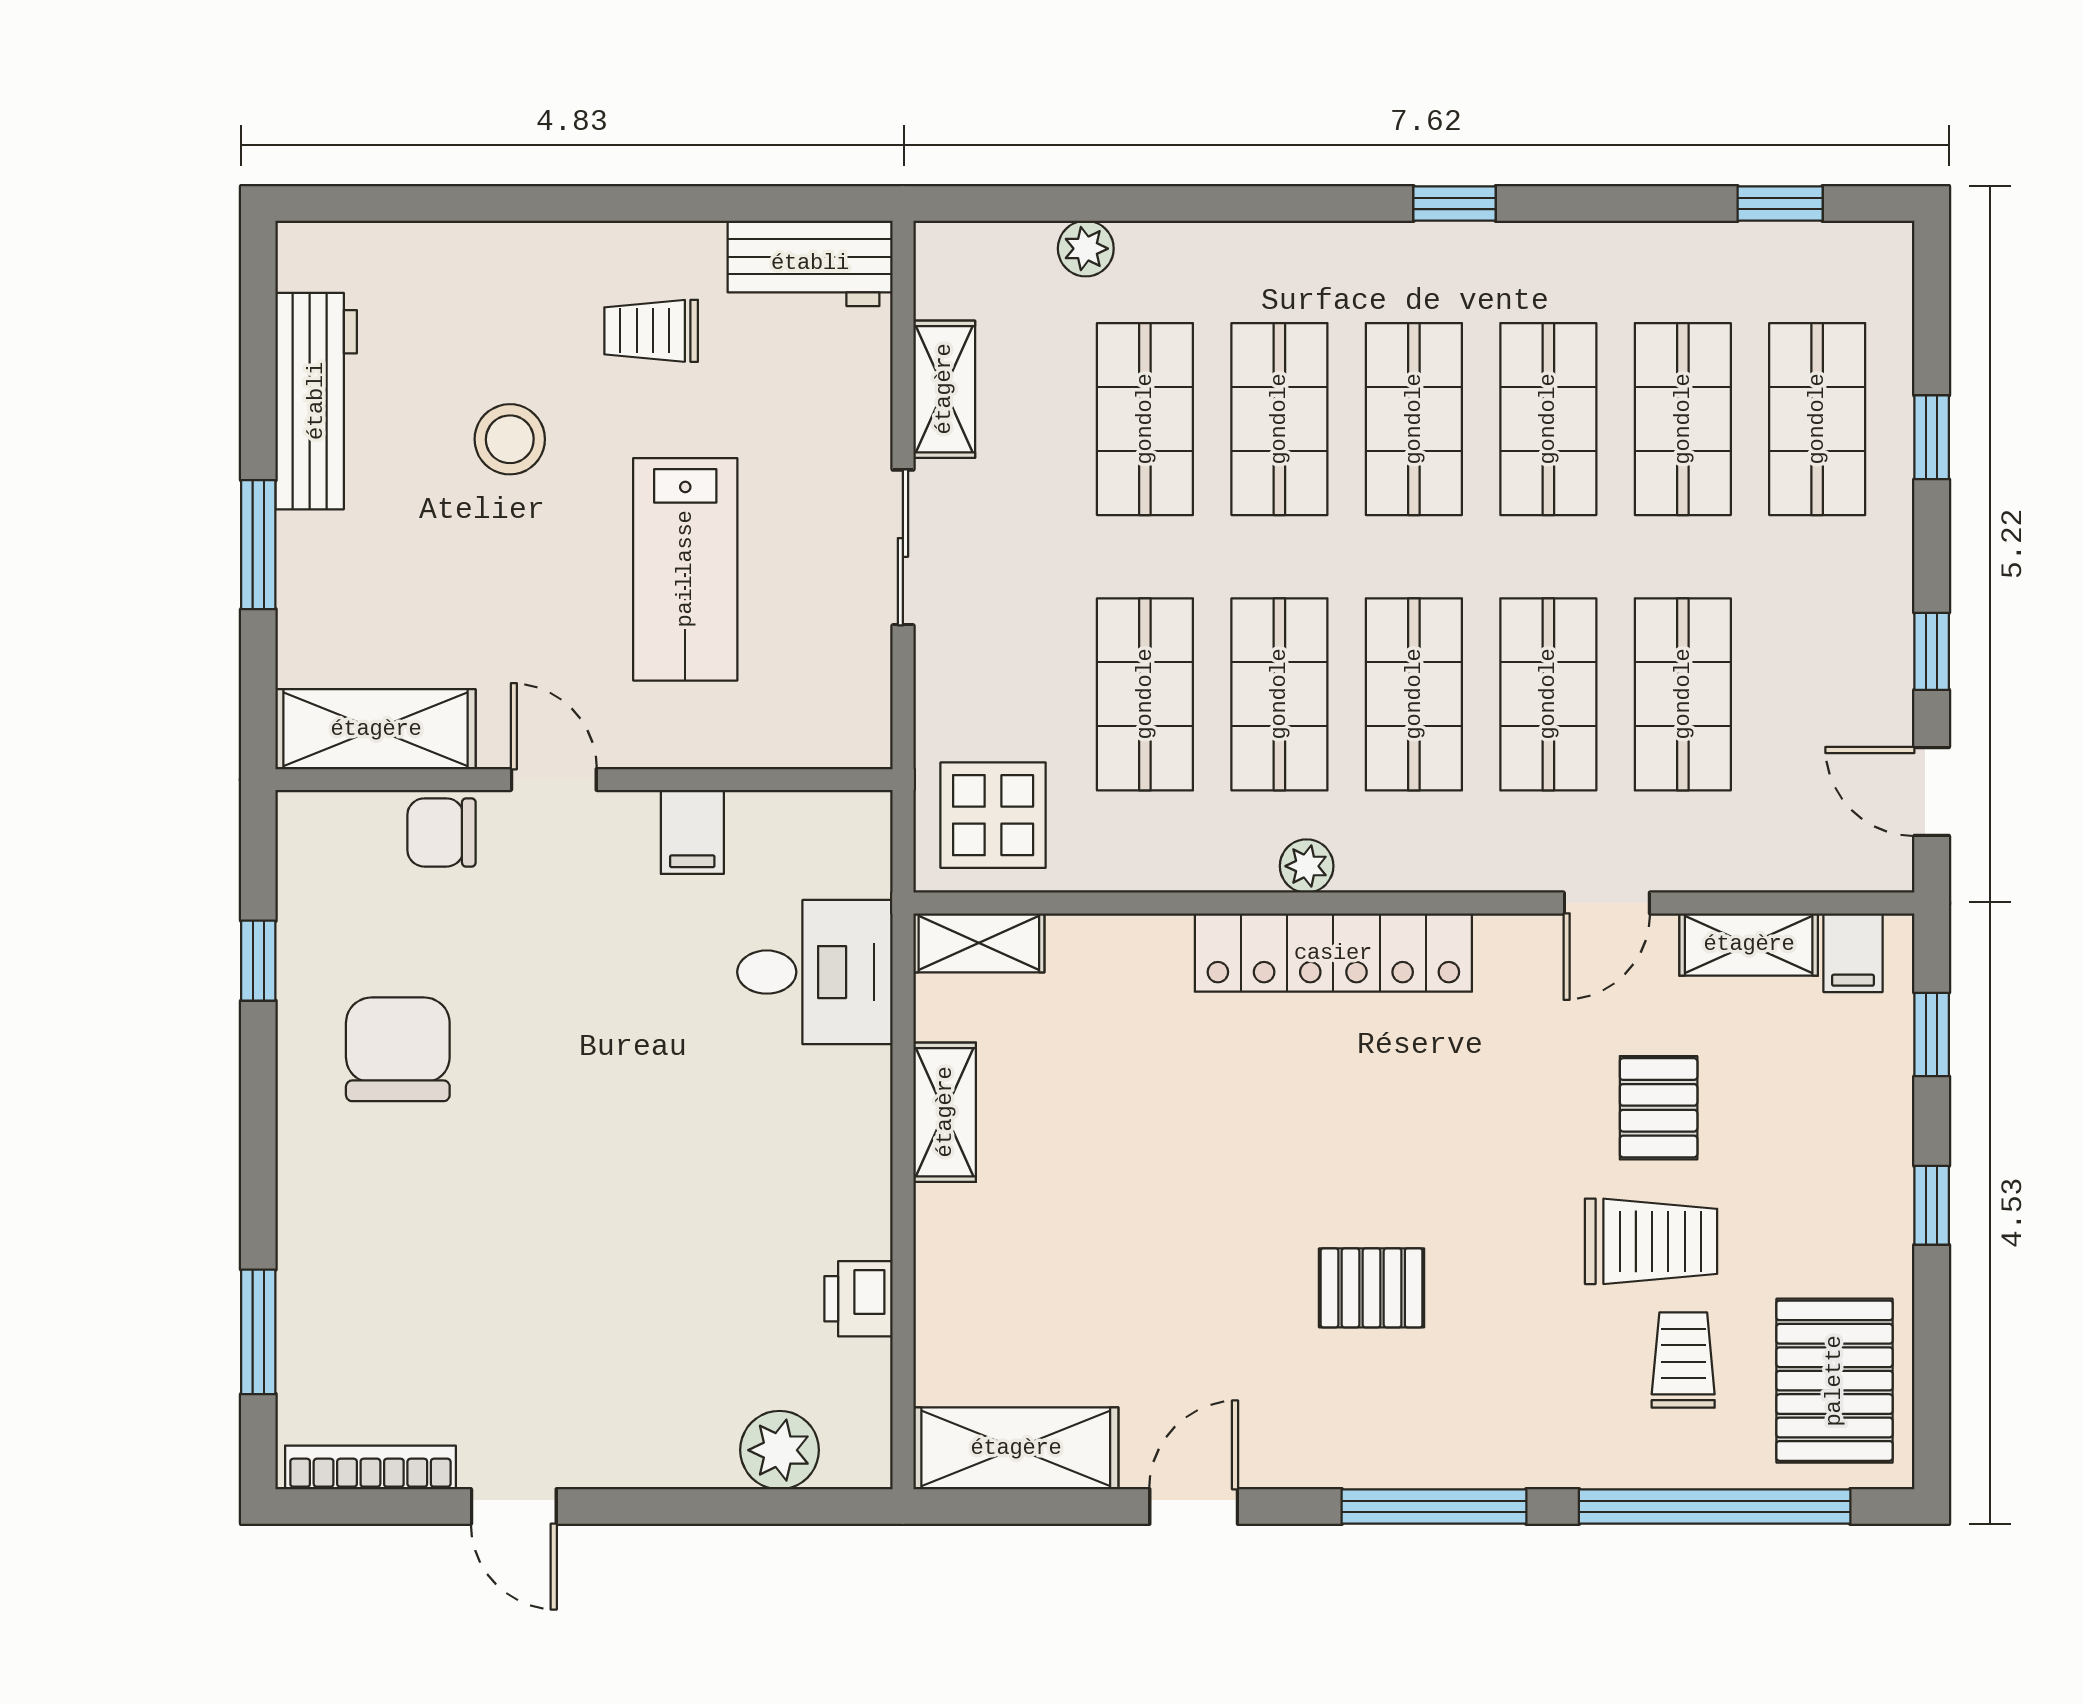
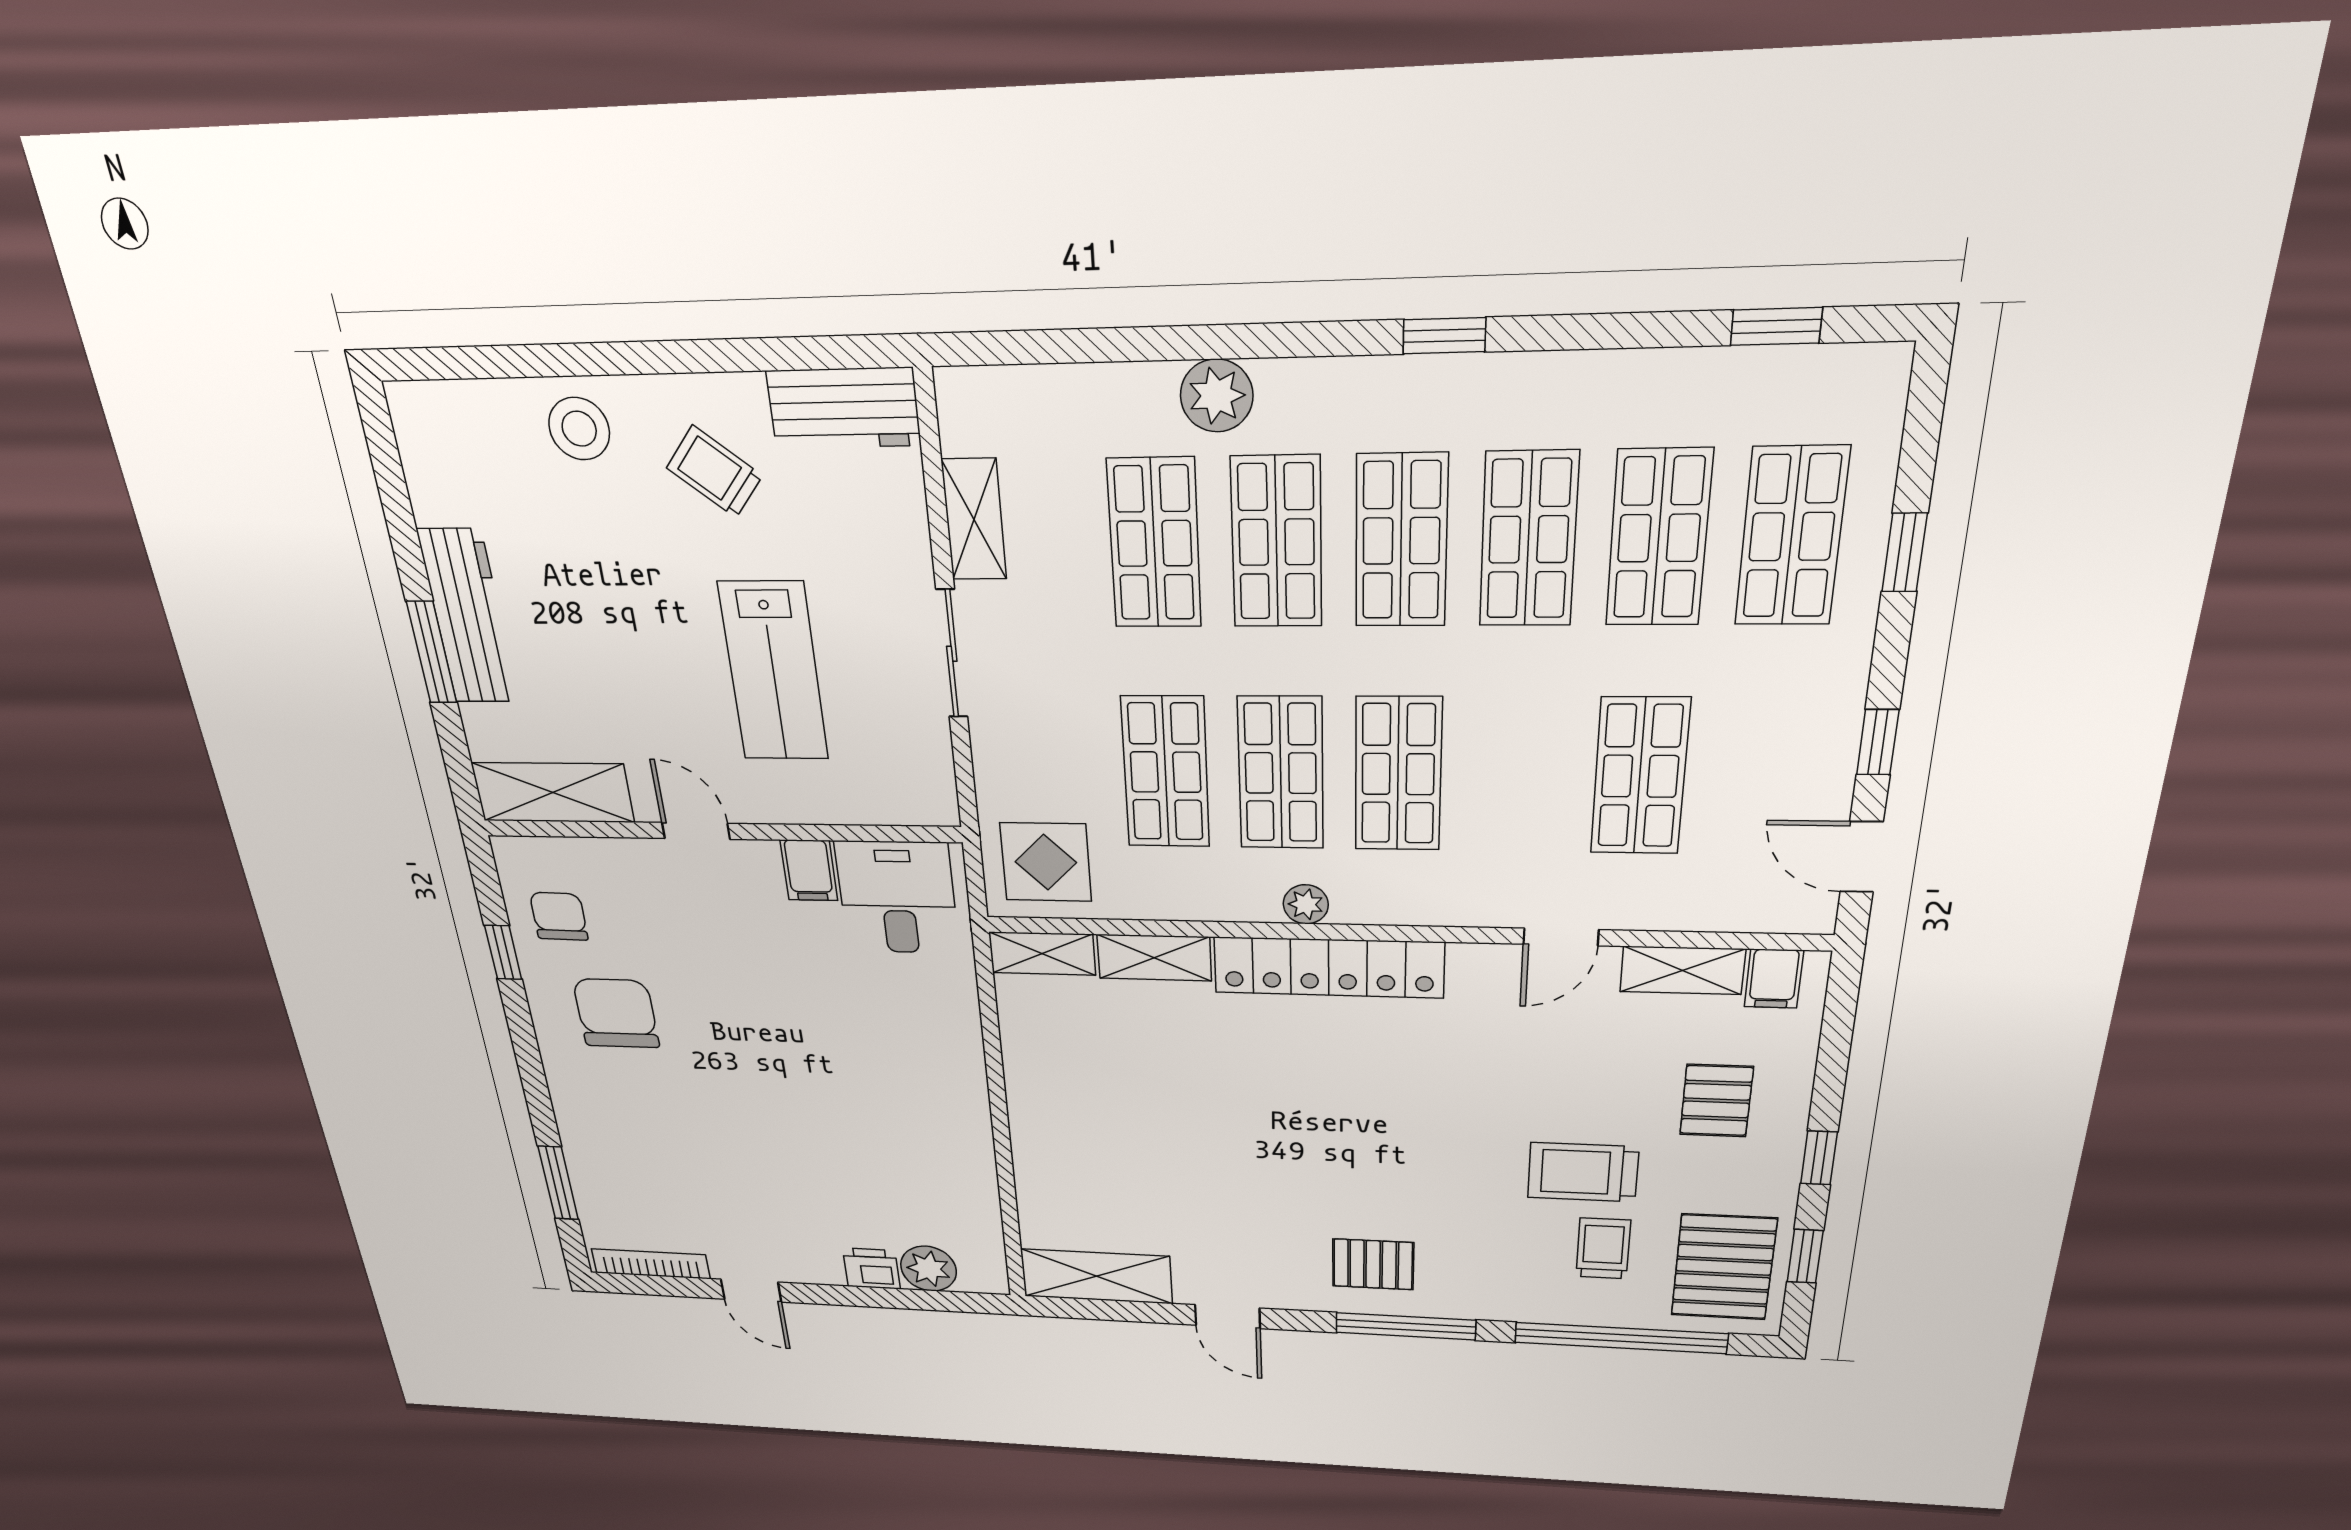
plant: (1086, 249) -> (1217, 396), moved, width x1.38, depth x1.38
trolley: (651, 331) -> (714, 472), turned 39
workbench: (316, 401) -> (468, 617), moved
stool: (510, 439) -> (579, 429), moved
shop shelf: (1548, 694) -> (1518, 775), removed
chair: (442, 832) -> (559, 916), moved, turned 91
desk: (815, 972) -> (897, 897), moved, turned -90
window: (1932, 1034) -> (1805, 1256), moved
pallet: (1659, 1108) -> (1716, 1101), moved
shelving: (945, 1112) -> (1154, 958), moved, turned 90
trolley: (1651, 1241) -> (1583, 1172), turned 180
pallet: (1372, 1288) -> (1373, 1264), moved
printer: (859, 1299) -> (871, 1269), moved, turned 90
door: (1194, 1506) -> (1228, 1317), swing flipped

